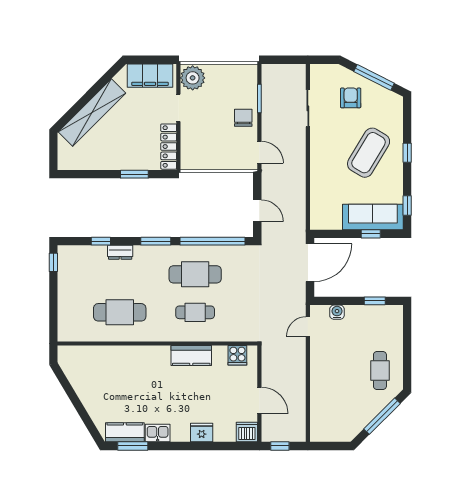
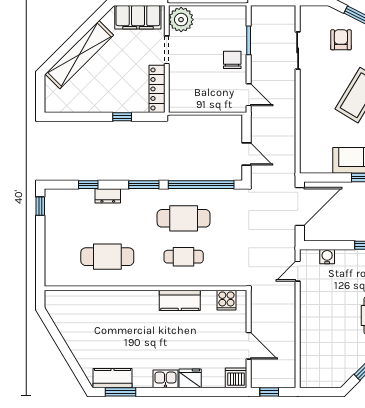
window: (134, 174) -> (122, 117), width x0.67
kitchen sink: (158, 433) -> (165, 379), moved

